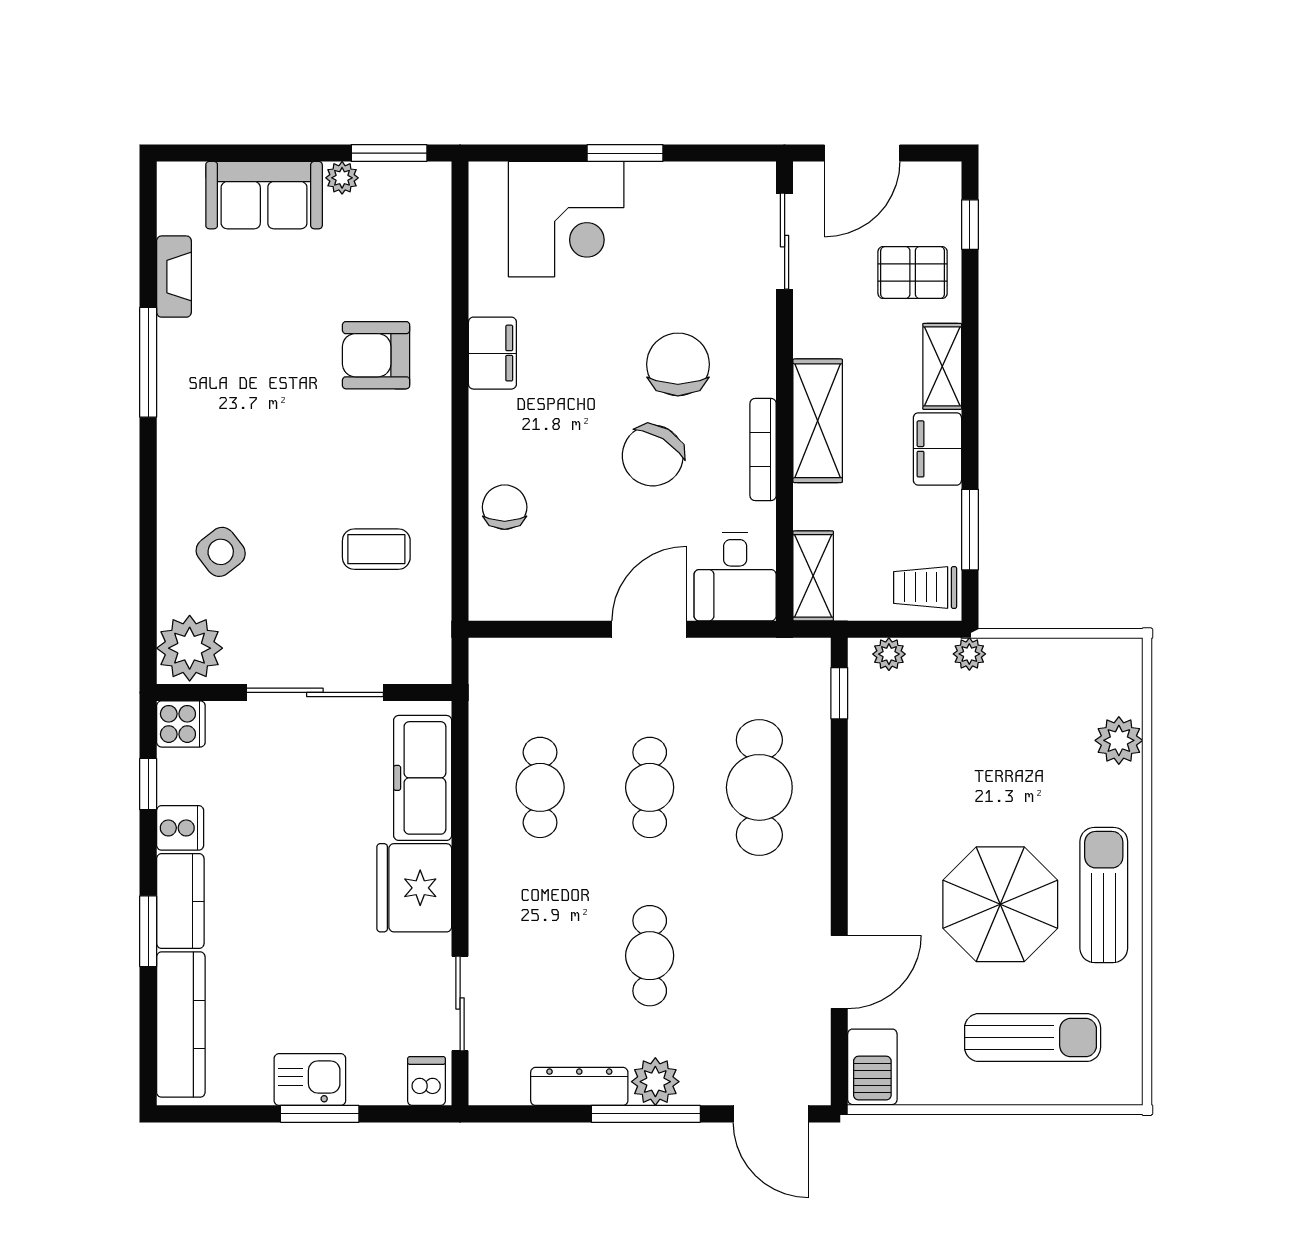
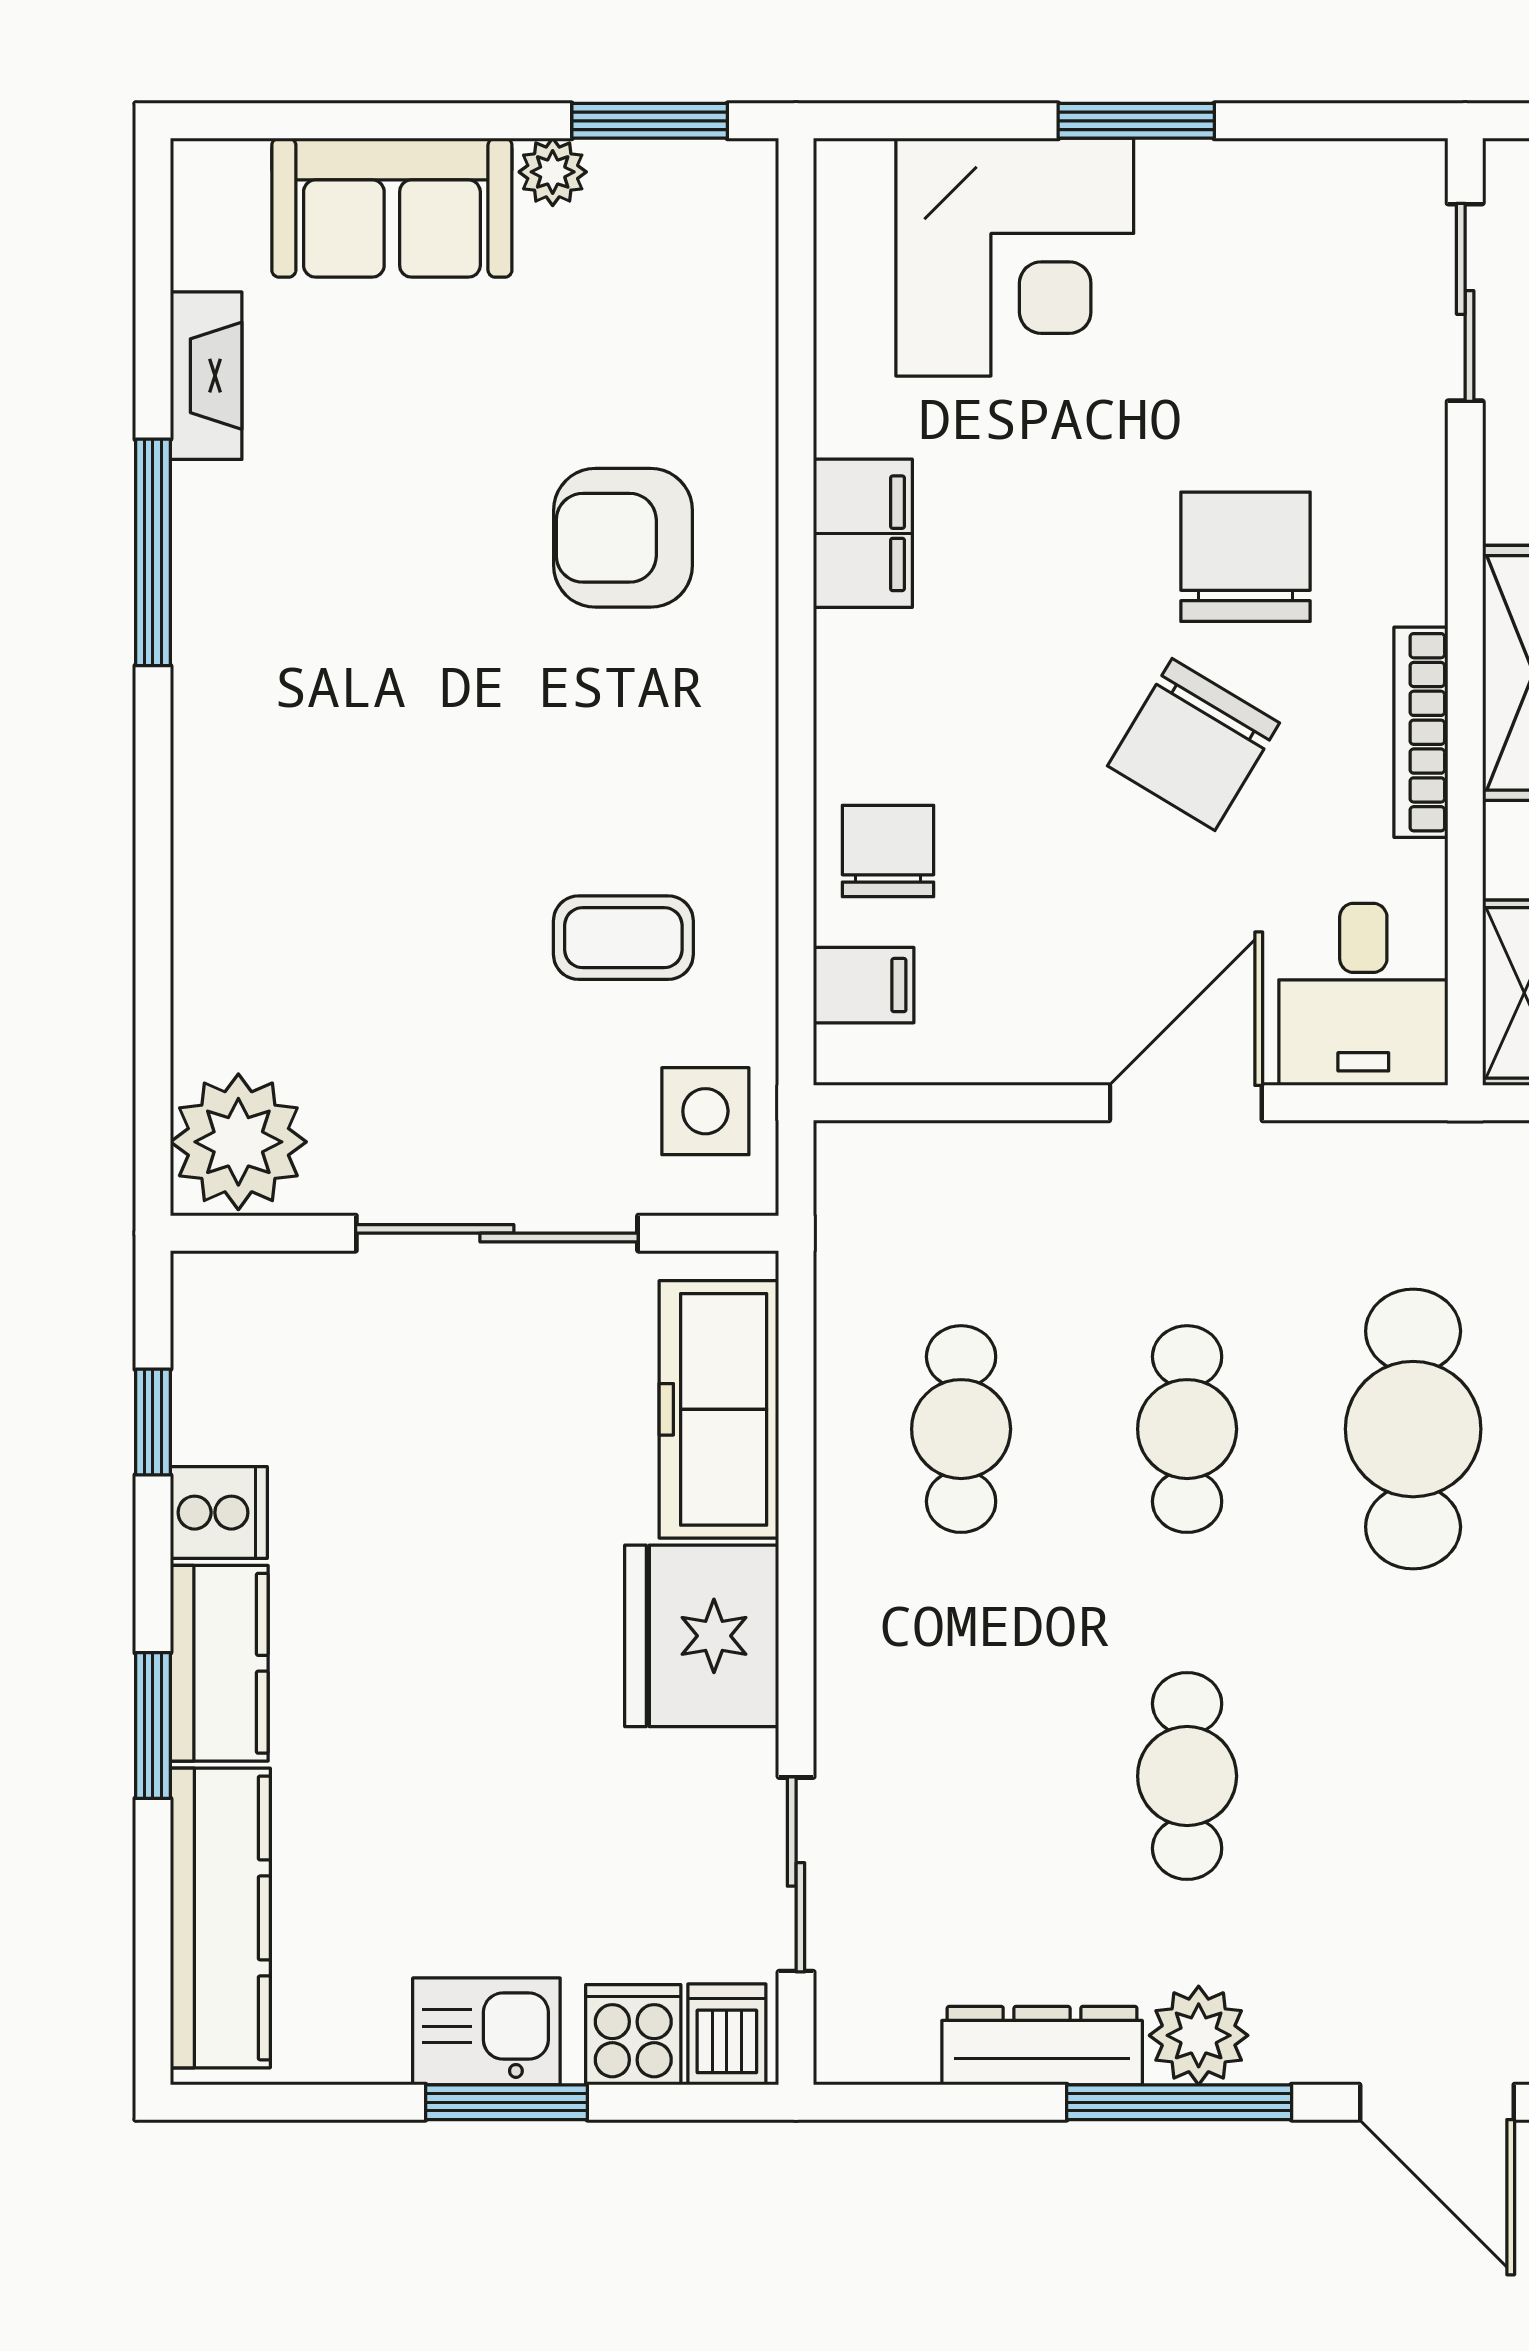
side table: (221, 552) -> (705, 1111), moved, turned 38
filing cabinet: (493, 572) -> (864, 985), added
cooker: (181, 724) -> (633, 2035), moved, turned -90

